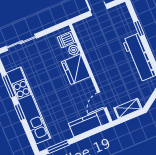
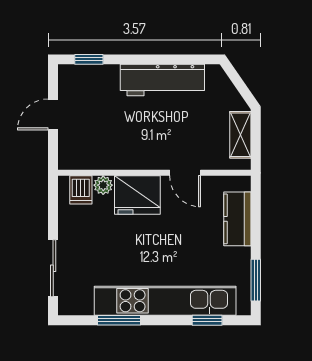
window: (139, 28) -> (89, 59), moved
door: (102, 100) -> (185, 173), moved
window: (20, 112) -> (207, 320), moved

